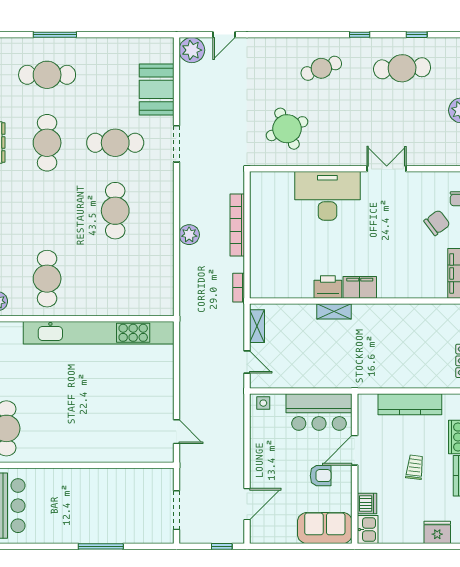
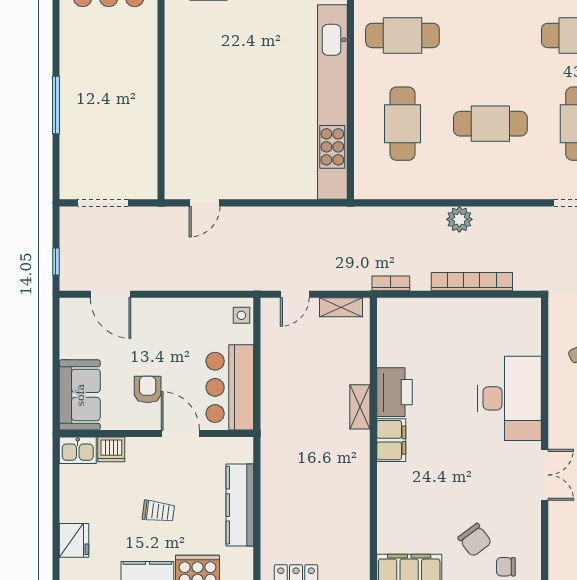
cafe table: (115, 279) -> (402, 124), added
printer: (328, 287) -> (394, 392), width x1.37, depth x1.19
armchair: (321, 476) -> (148, 389), turned 180

